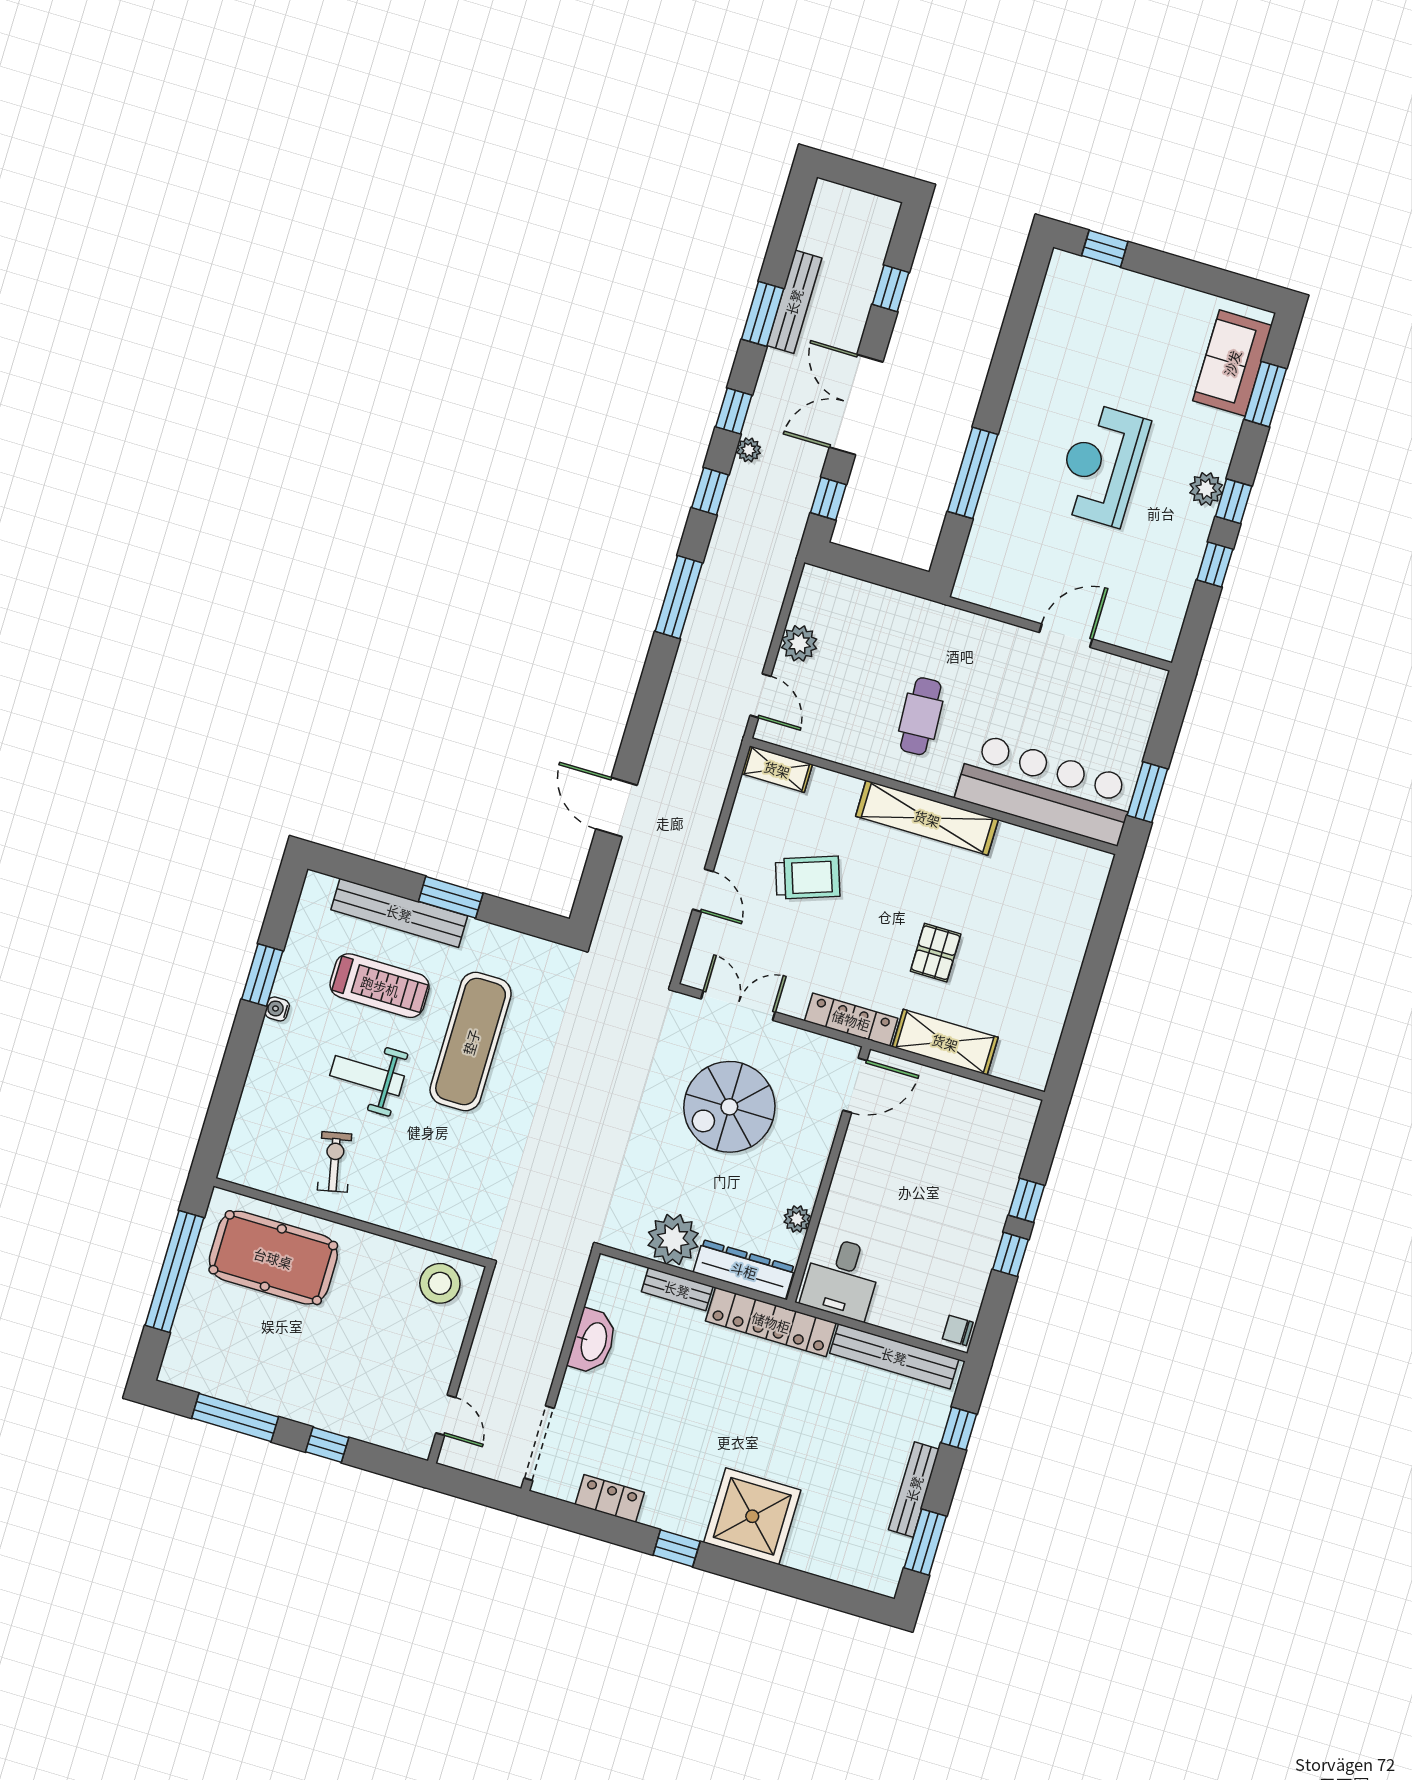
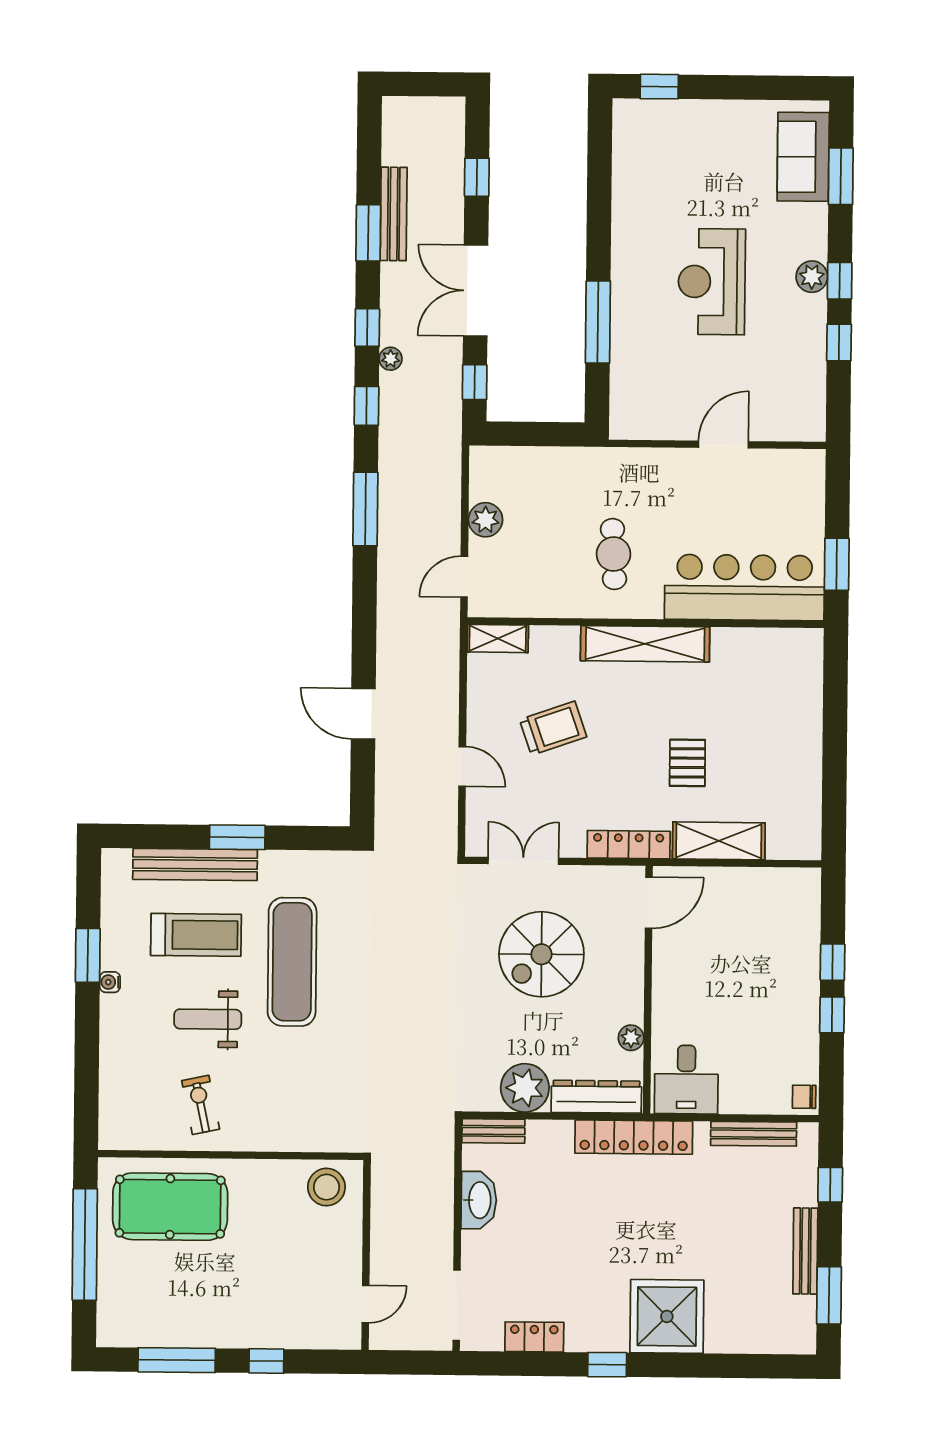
door: (760, 696) -> (464, 577), swing flipped
bench: (677, 1289) -> (493, 1131), moved
bench: (894, 1356) -> (754, 1134), width x0.73, depth x0.82
door: (446, 1415) -> (366, 1304), hinge flipped

